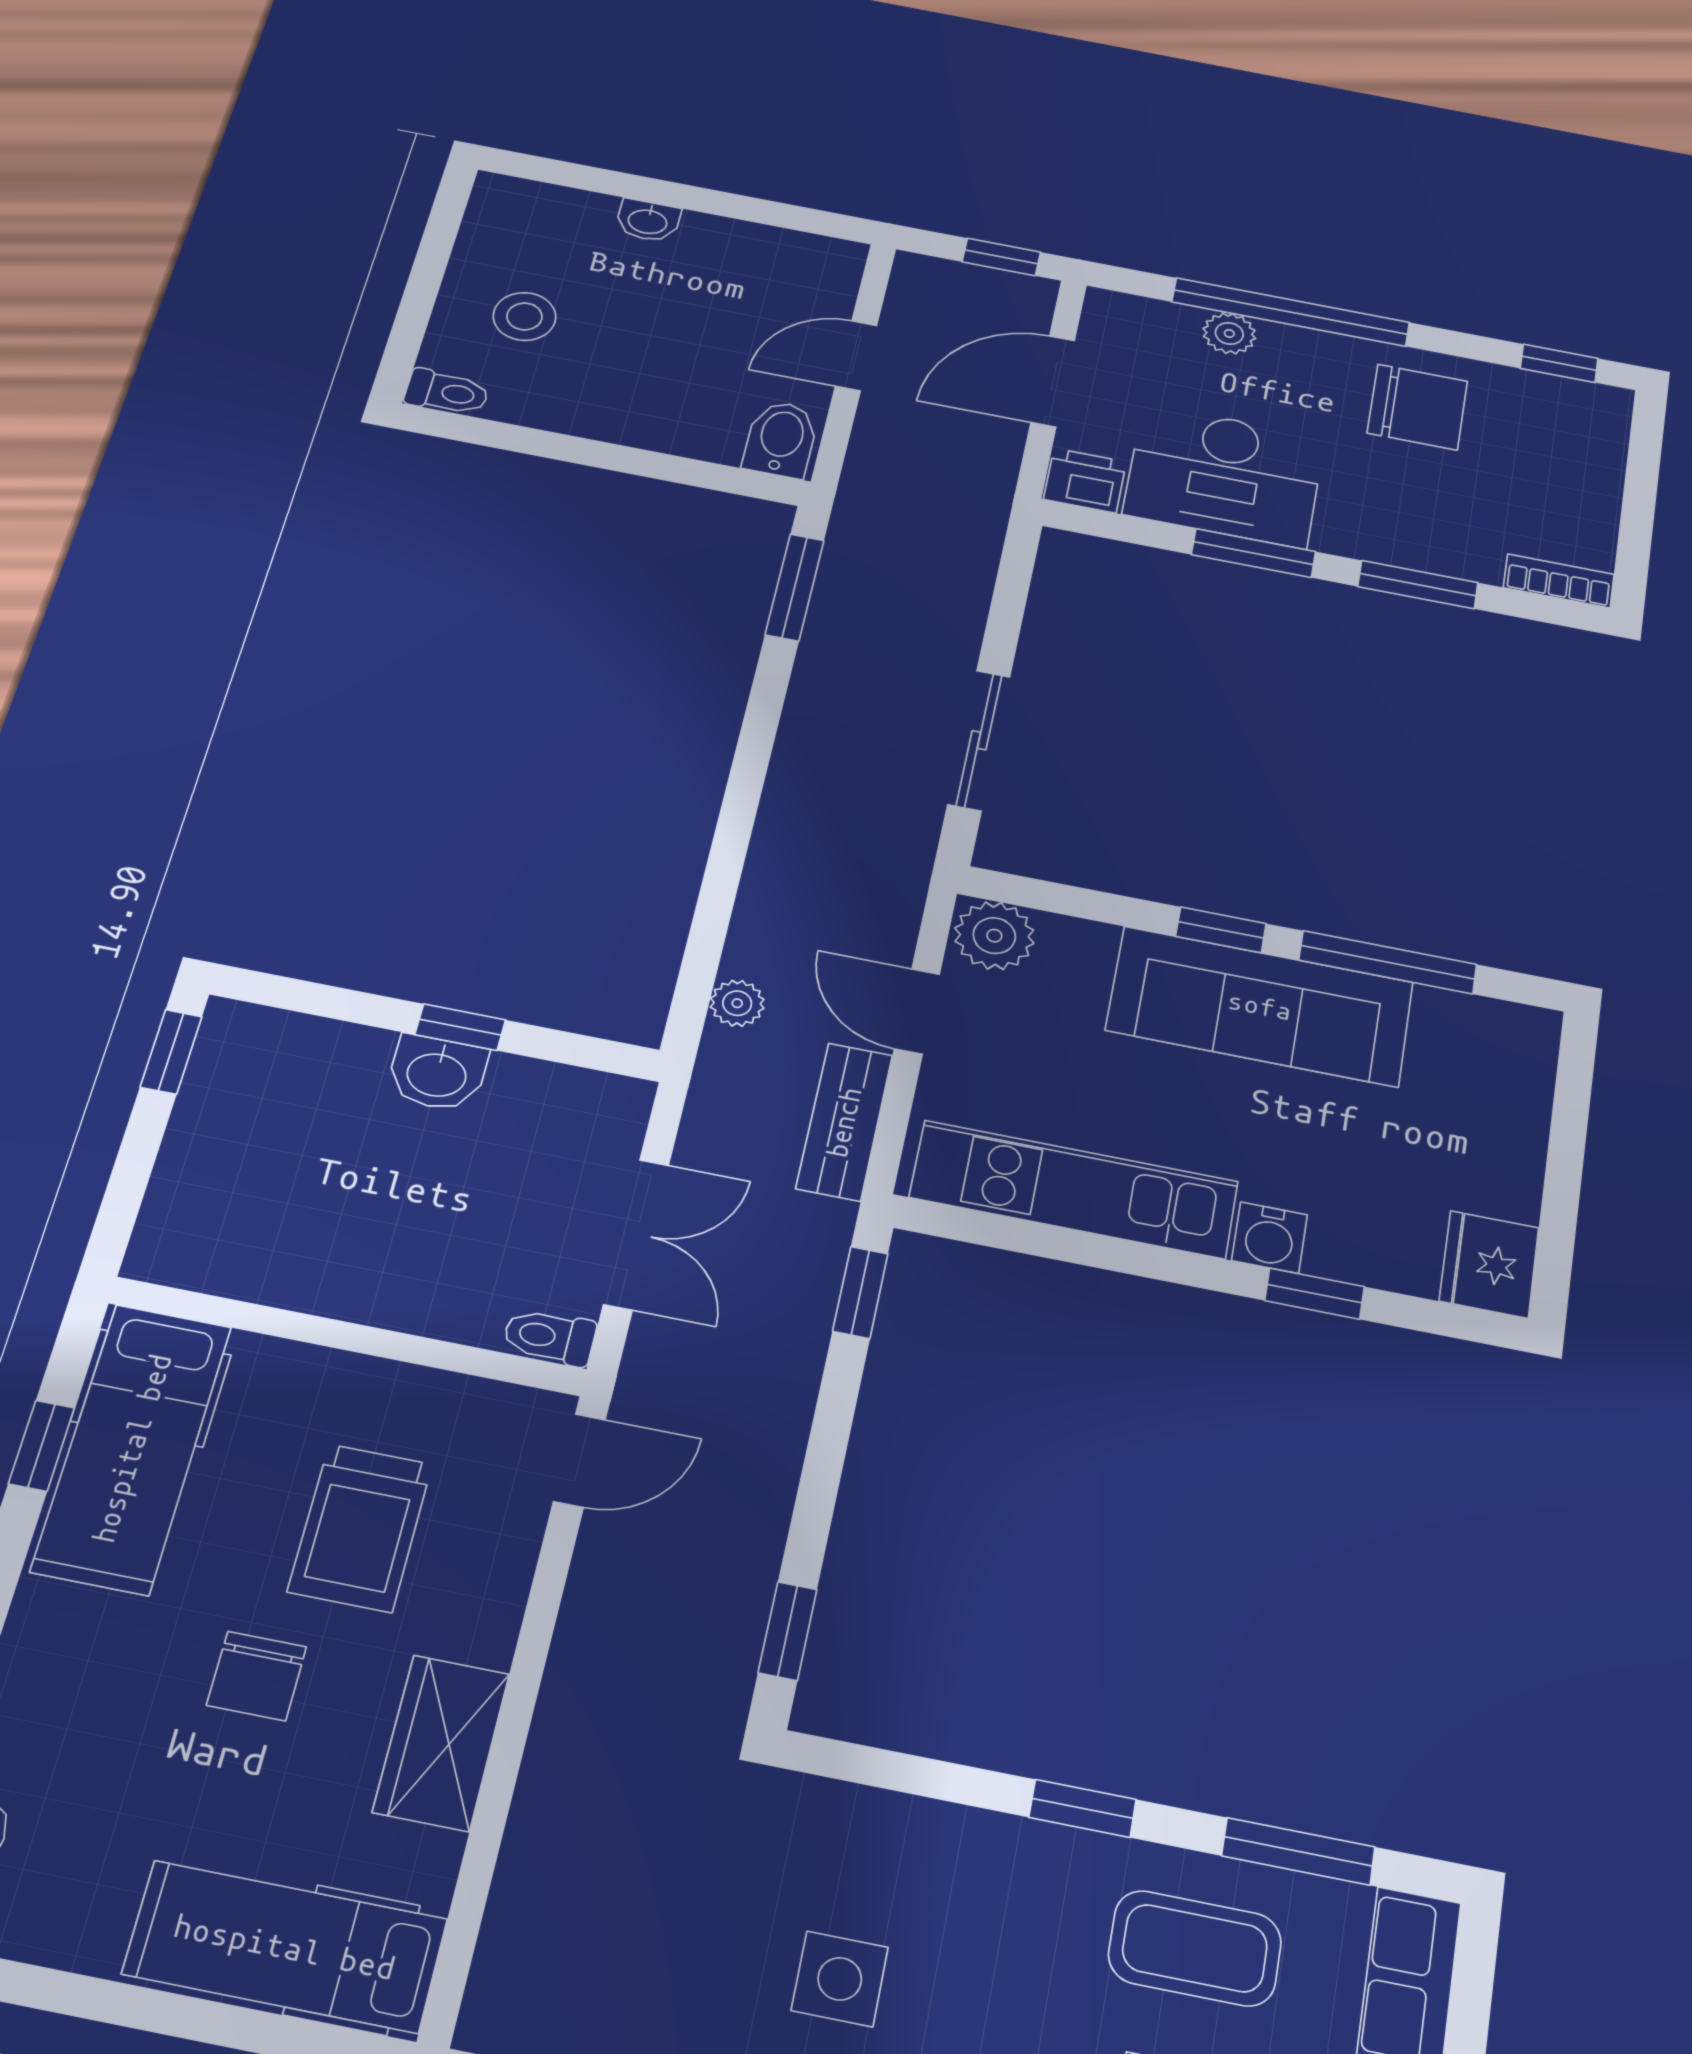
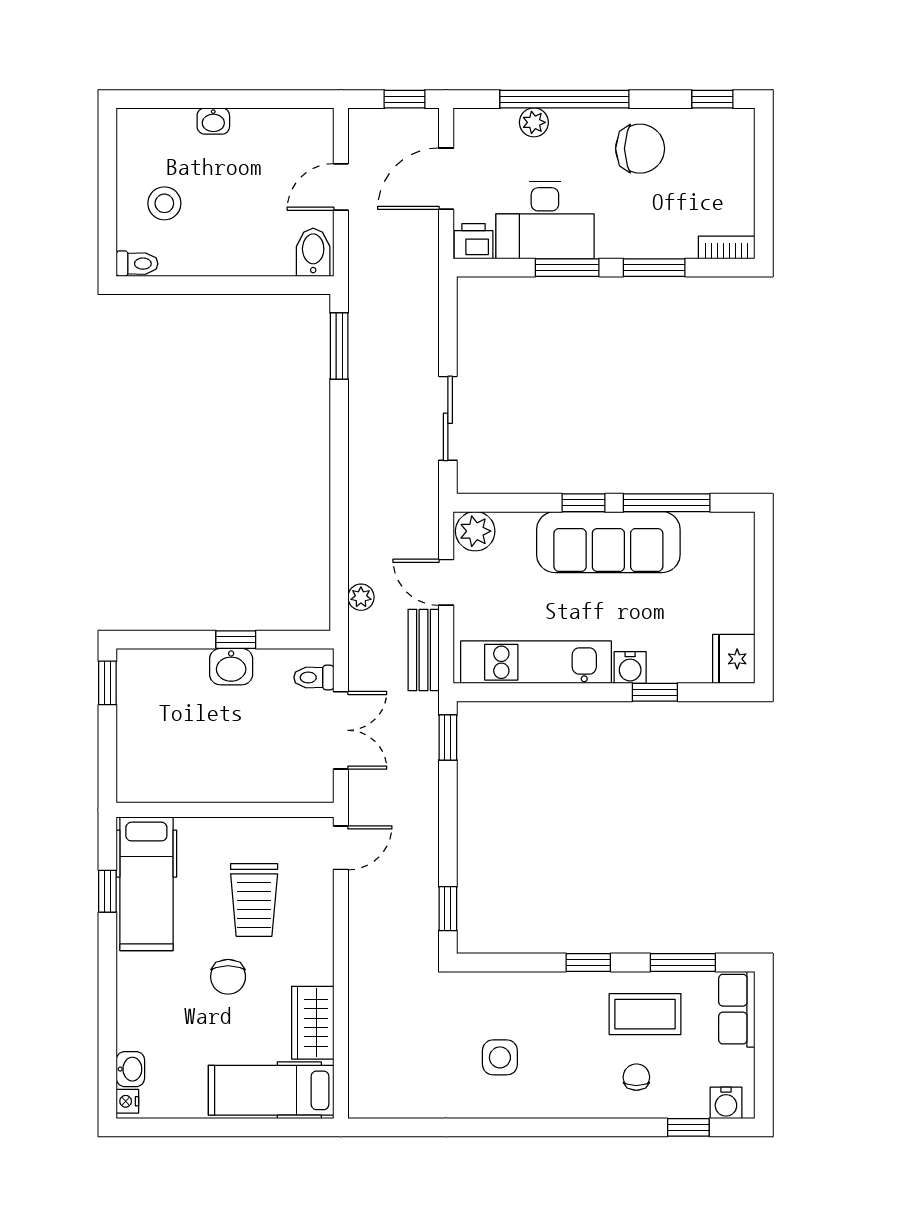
toilet: (549, 1337) -> (314, 677), moved
wardrobe: (441, 1743) -> (313, 1023), moved

